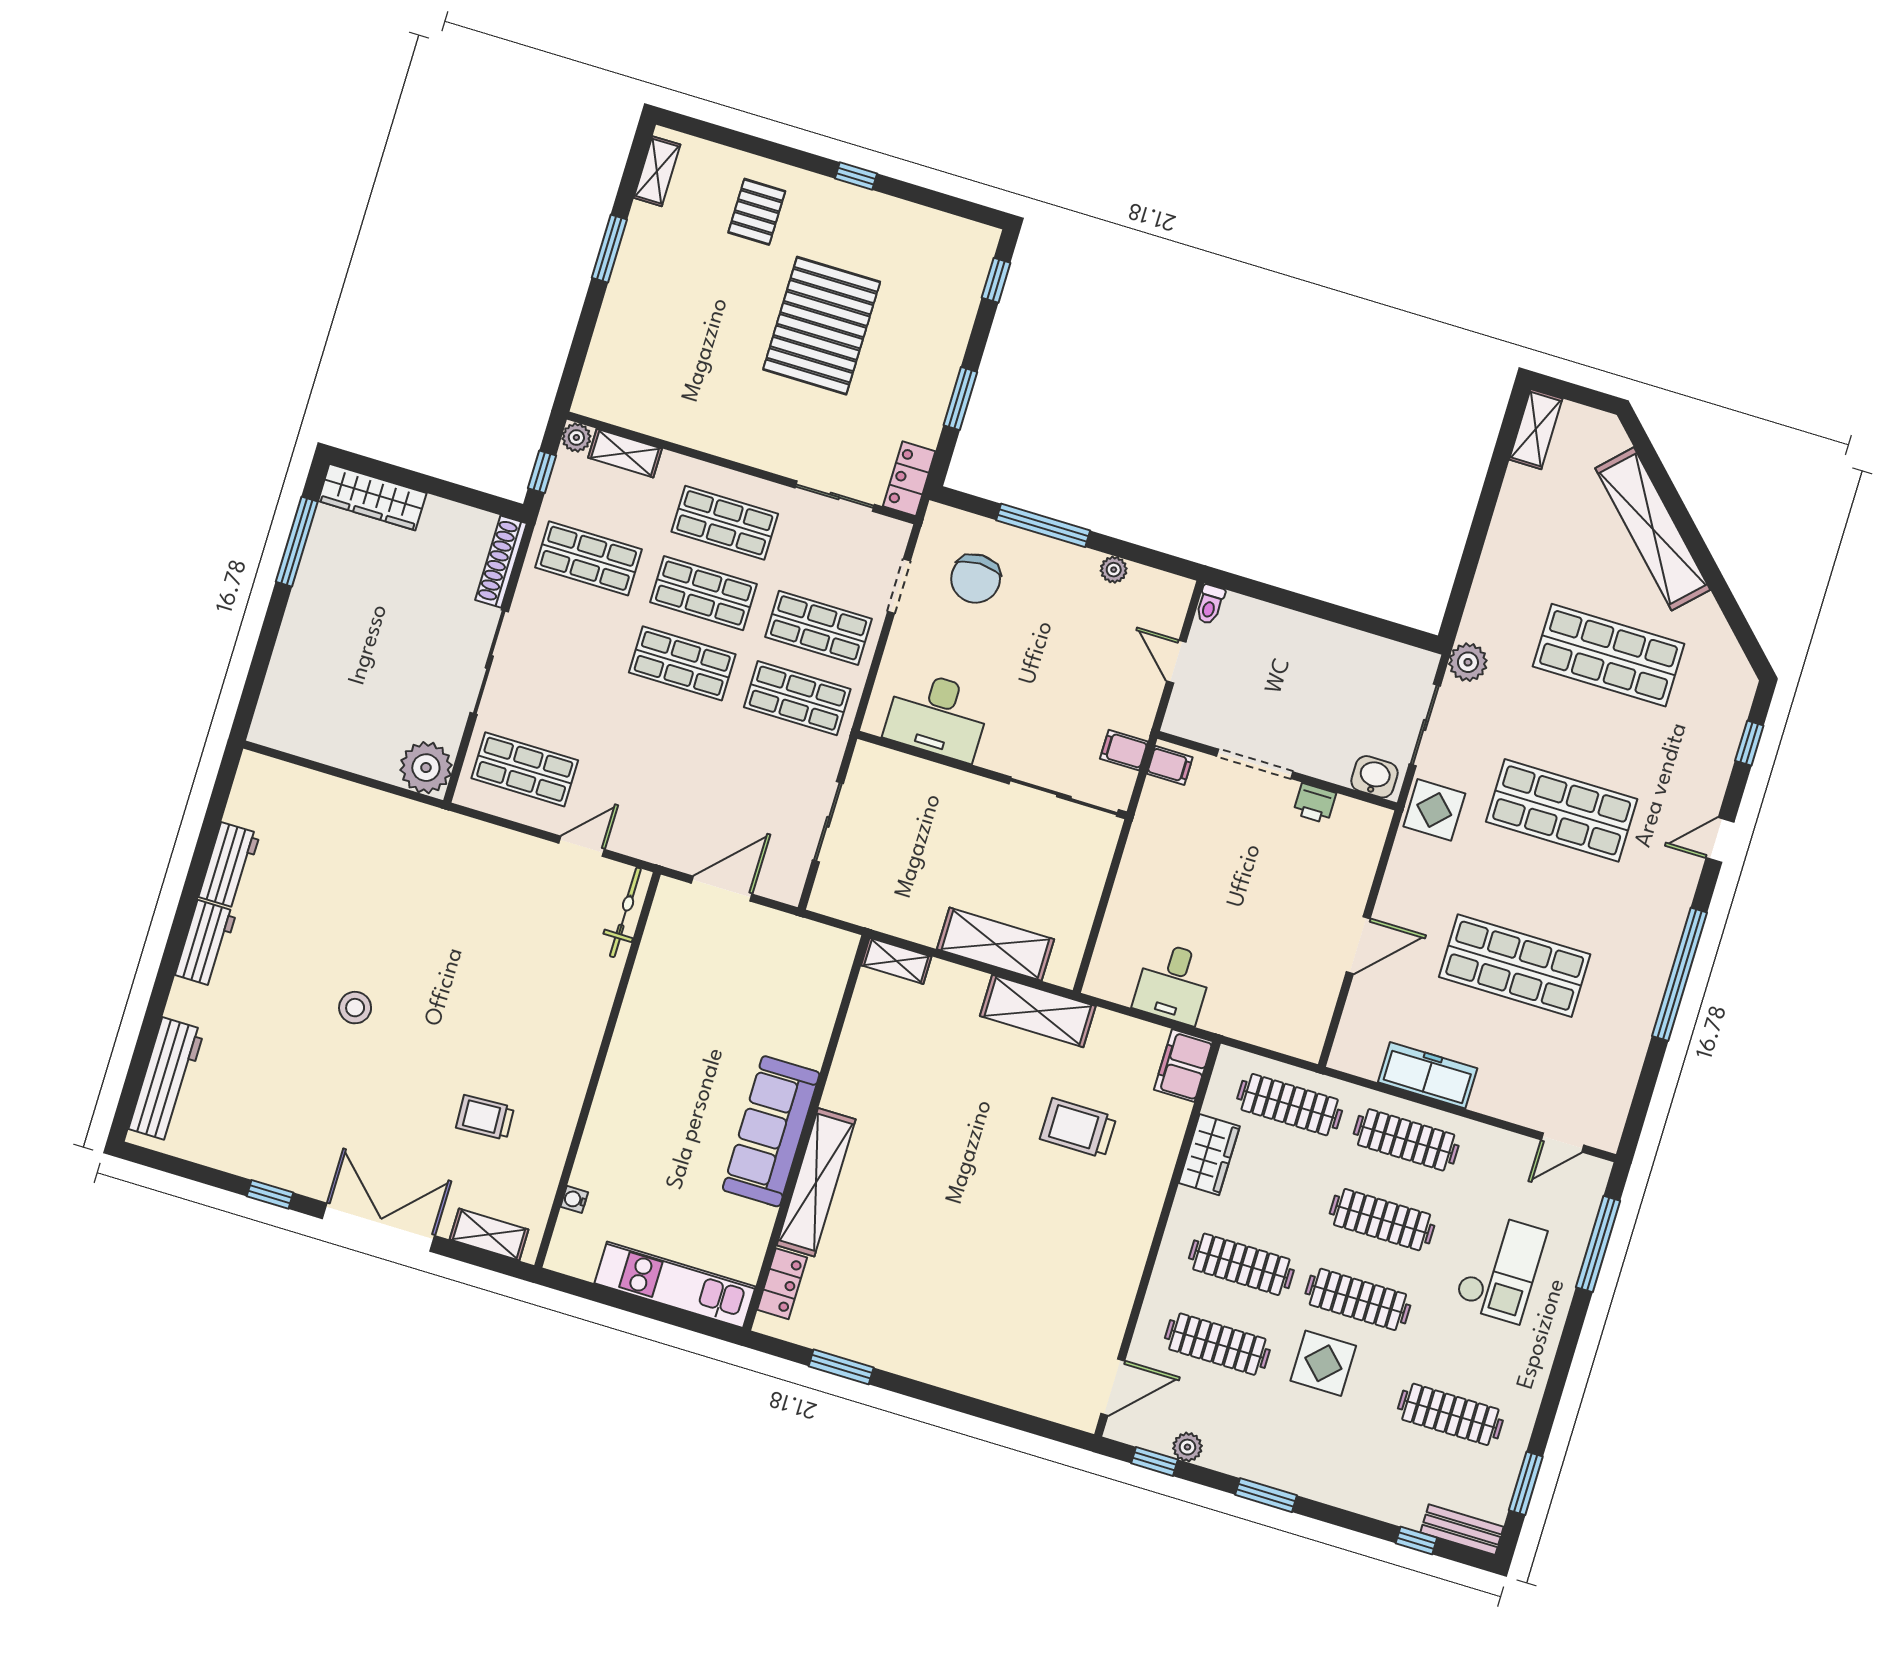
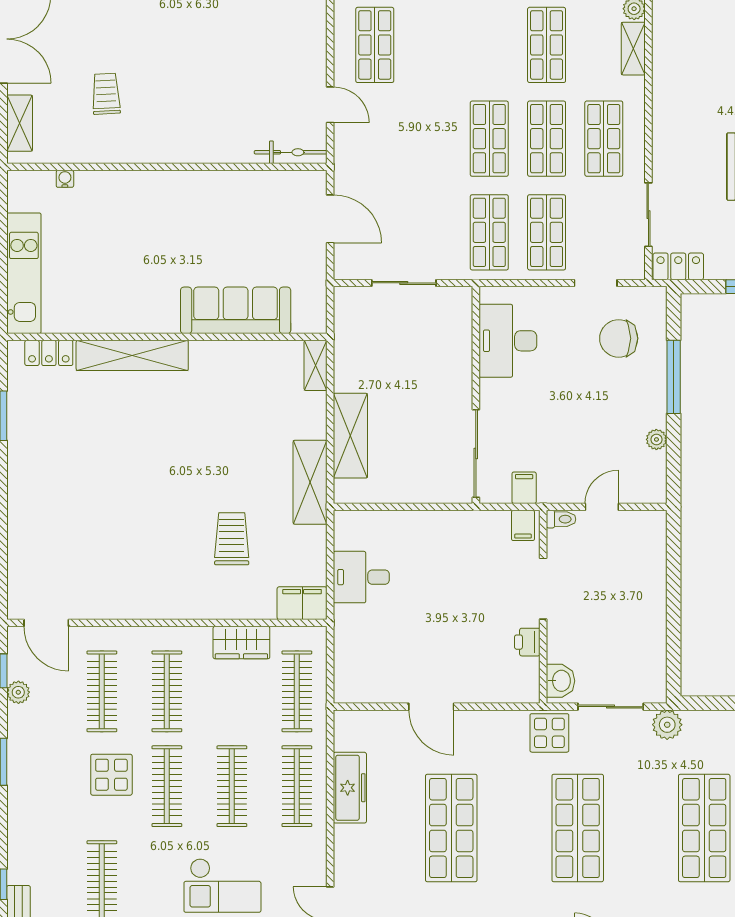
toilet: (1210, 604) -> (561, 519), moved, turned 180
sofa: (771, 1131) -> (236, 310), moved

